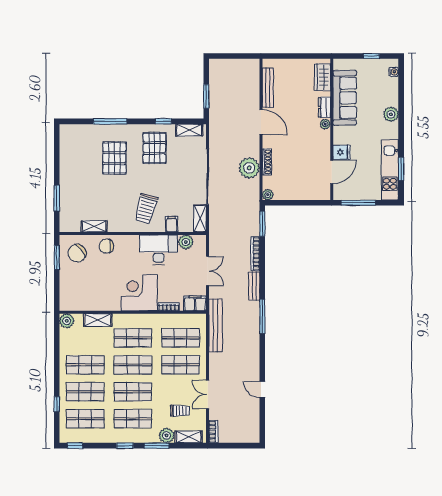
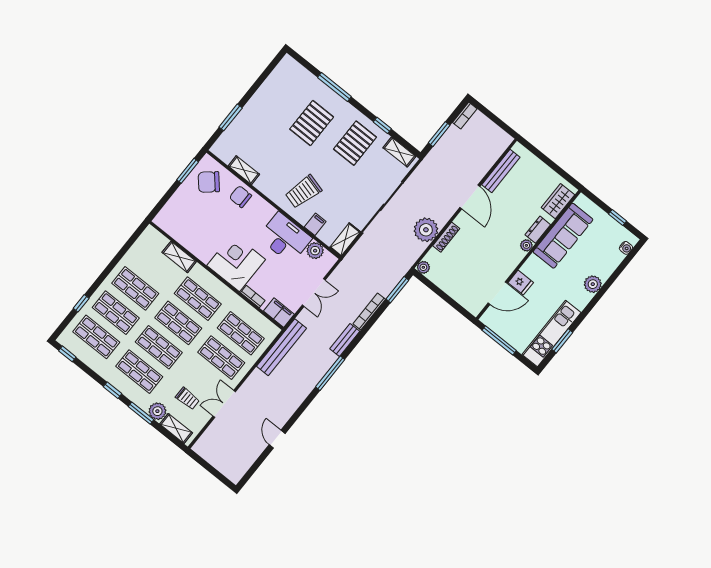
plant: (67, 321) -> (151, 235), removed
bookcase: (213, 432) -> (465, 116), moved

